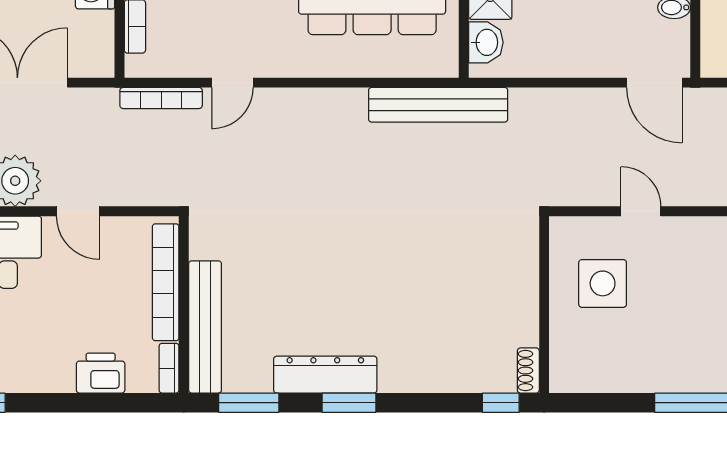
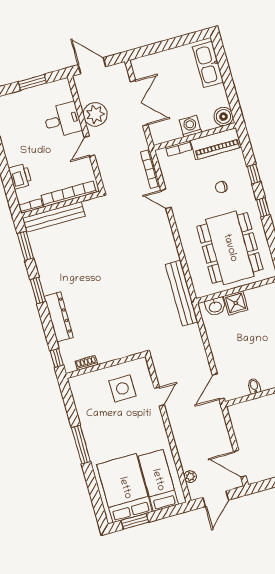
shoe rack: (528, 371) -> (86, 363), moved
dresser: (325, 375) -> (59, 317), moved

